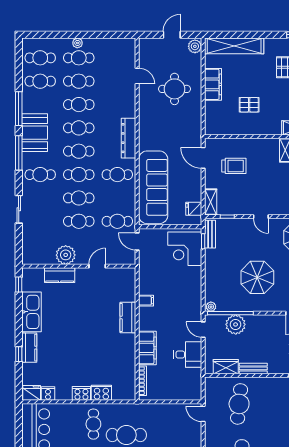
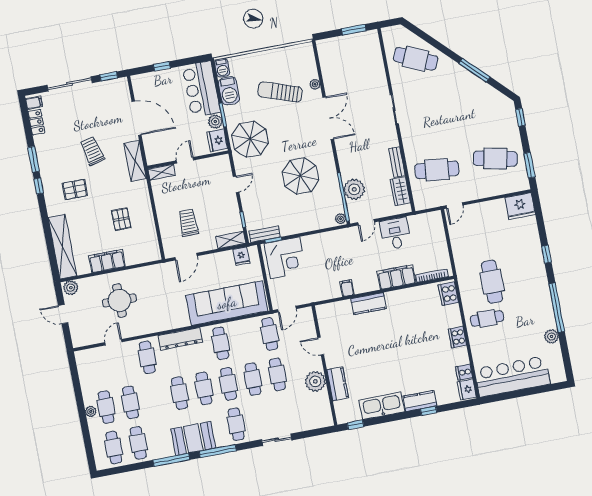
cafe table: (79, 105) -> (147, 357), moved
cooker: (101, 393) -> (448, 294), moved

